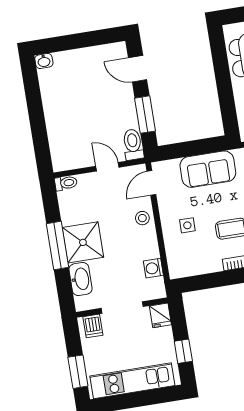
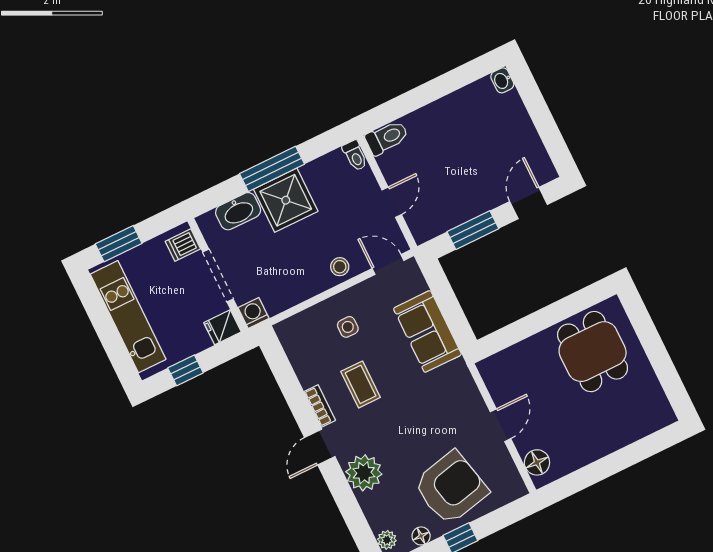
toilet: (133, 144) -> (387, 138), moved
washing machine: (153, 268) -> (253, 313), moved

